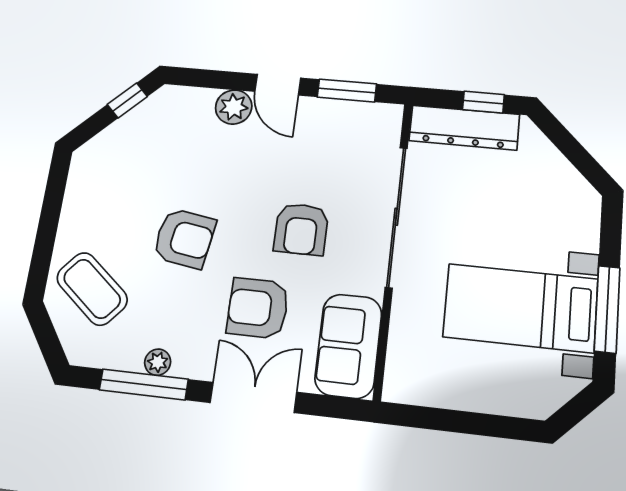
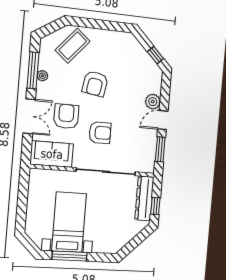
armchair: (301, 229) -> (100, 133), turned 180

